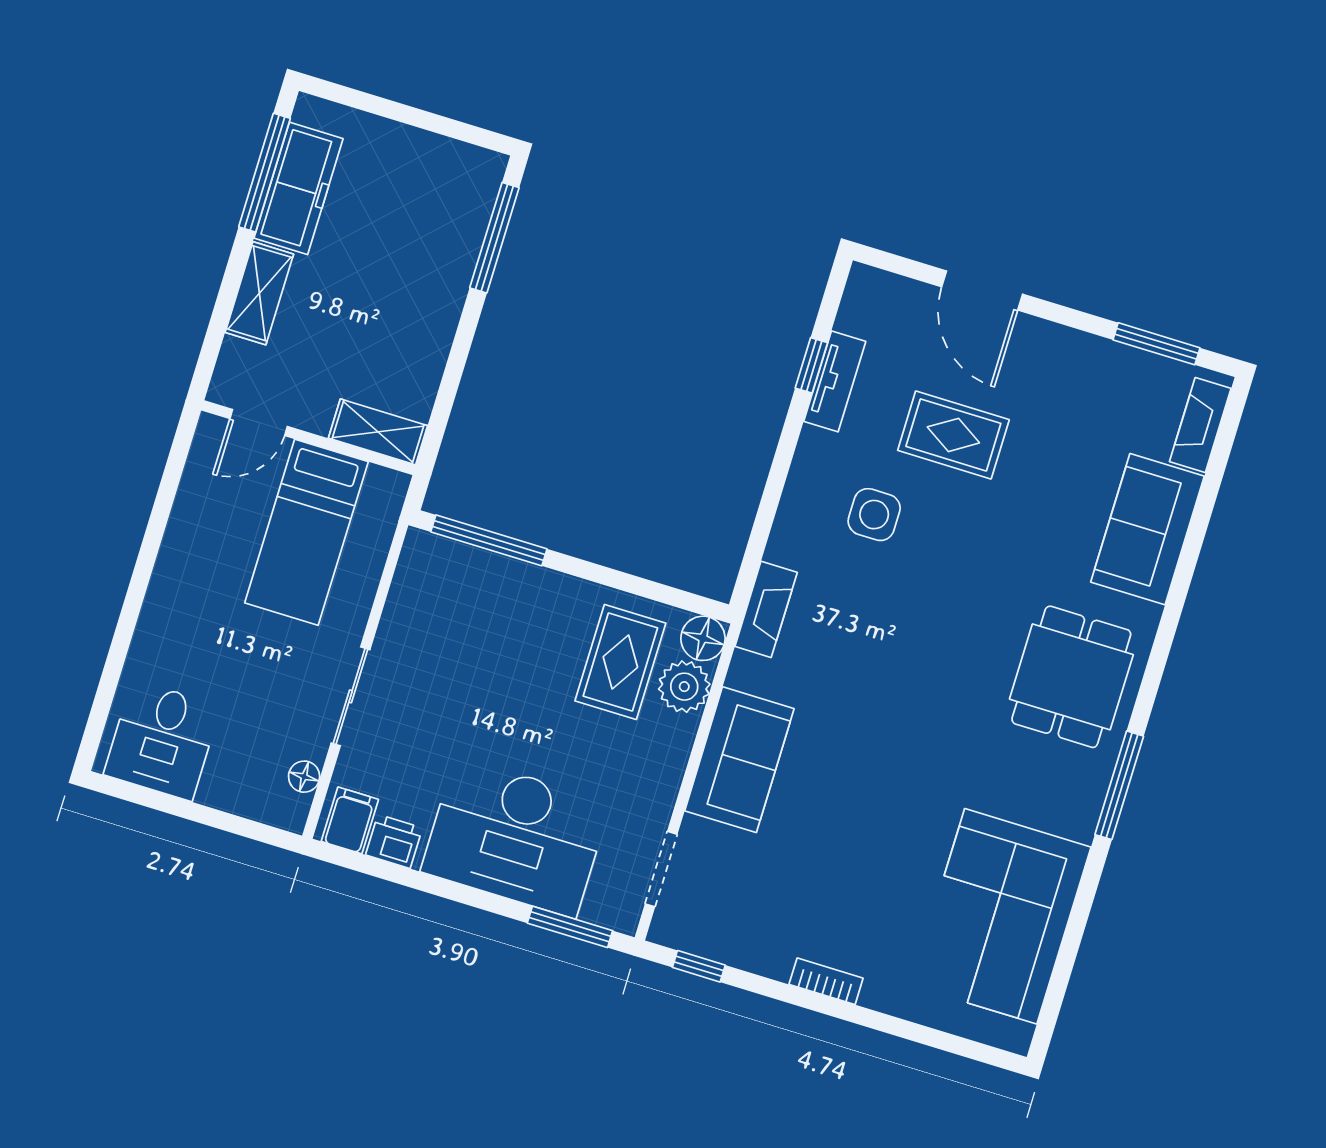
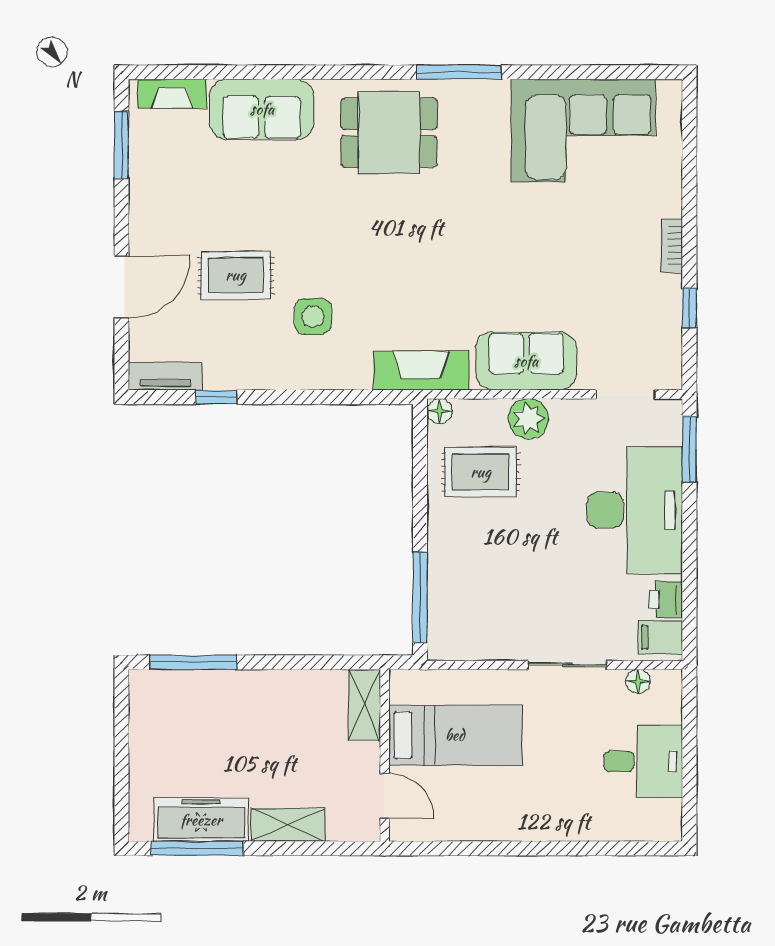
tv unit: (835, 381) -> (165, 376), moved
rug: (953, 435) -> (236, 275), turned 90
fireplace: (766, 609) -> (421, 371), width x1.37, depth x1.32
floor lamp: (703, 638) -> (440, 411), width x0.73, depth x0.73
plant: (684, 687) -> (528, 419), moved
desk: (162, 740) -> (643, 761), moved
window: (699, 966) -> (689, 308), moved

